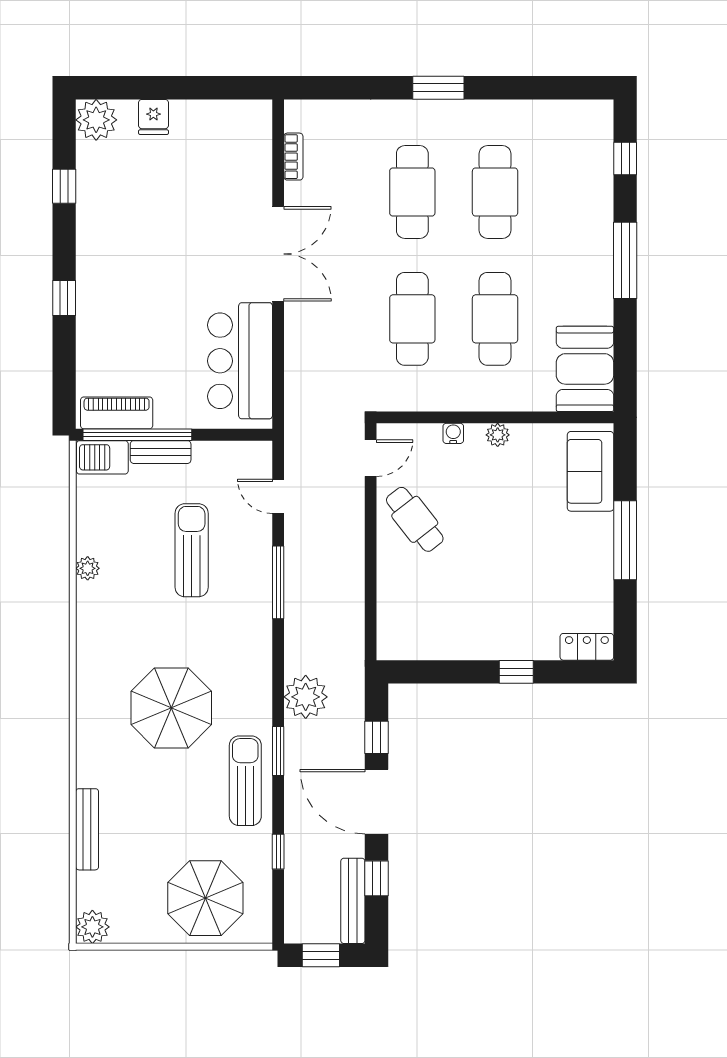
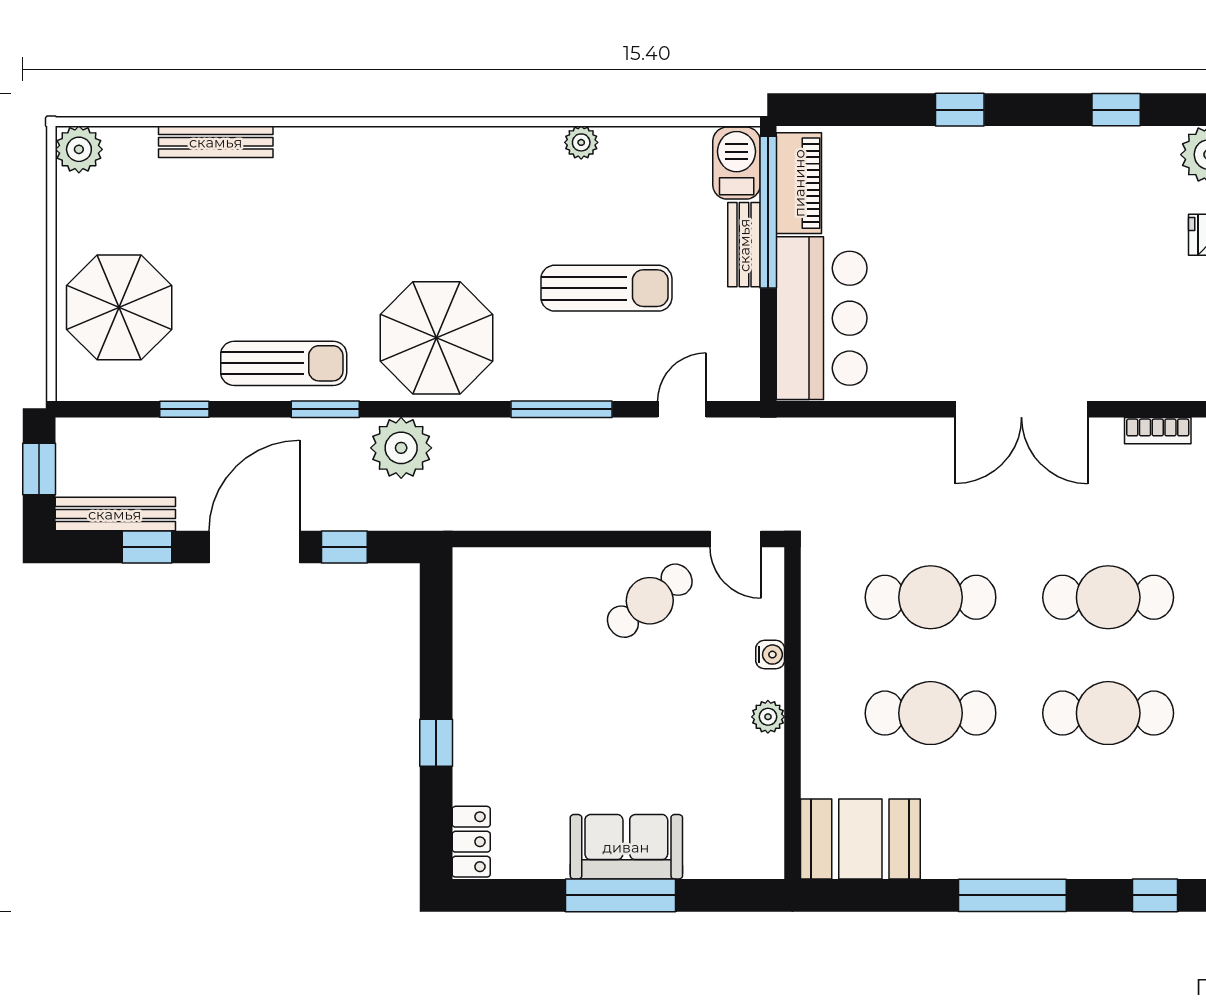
bar counter: (240, 361) -> (822, 318), moved, turned 90
sofa: (590, 471) -> (626, 847), moved
parasol: (171, 708) -> (437, 338), moved

